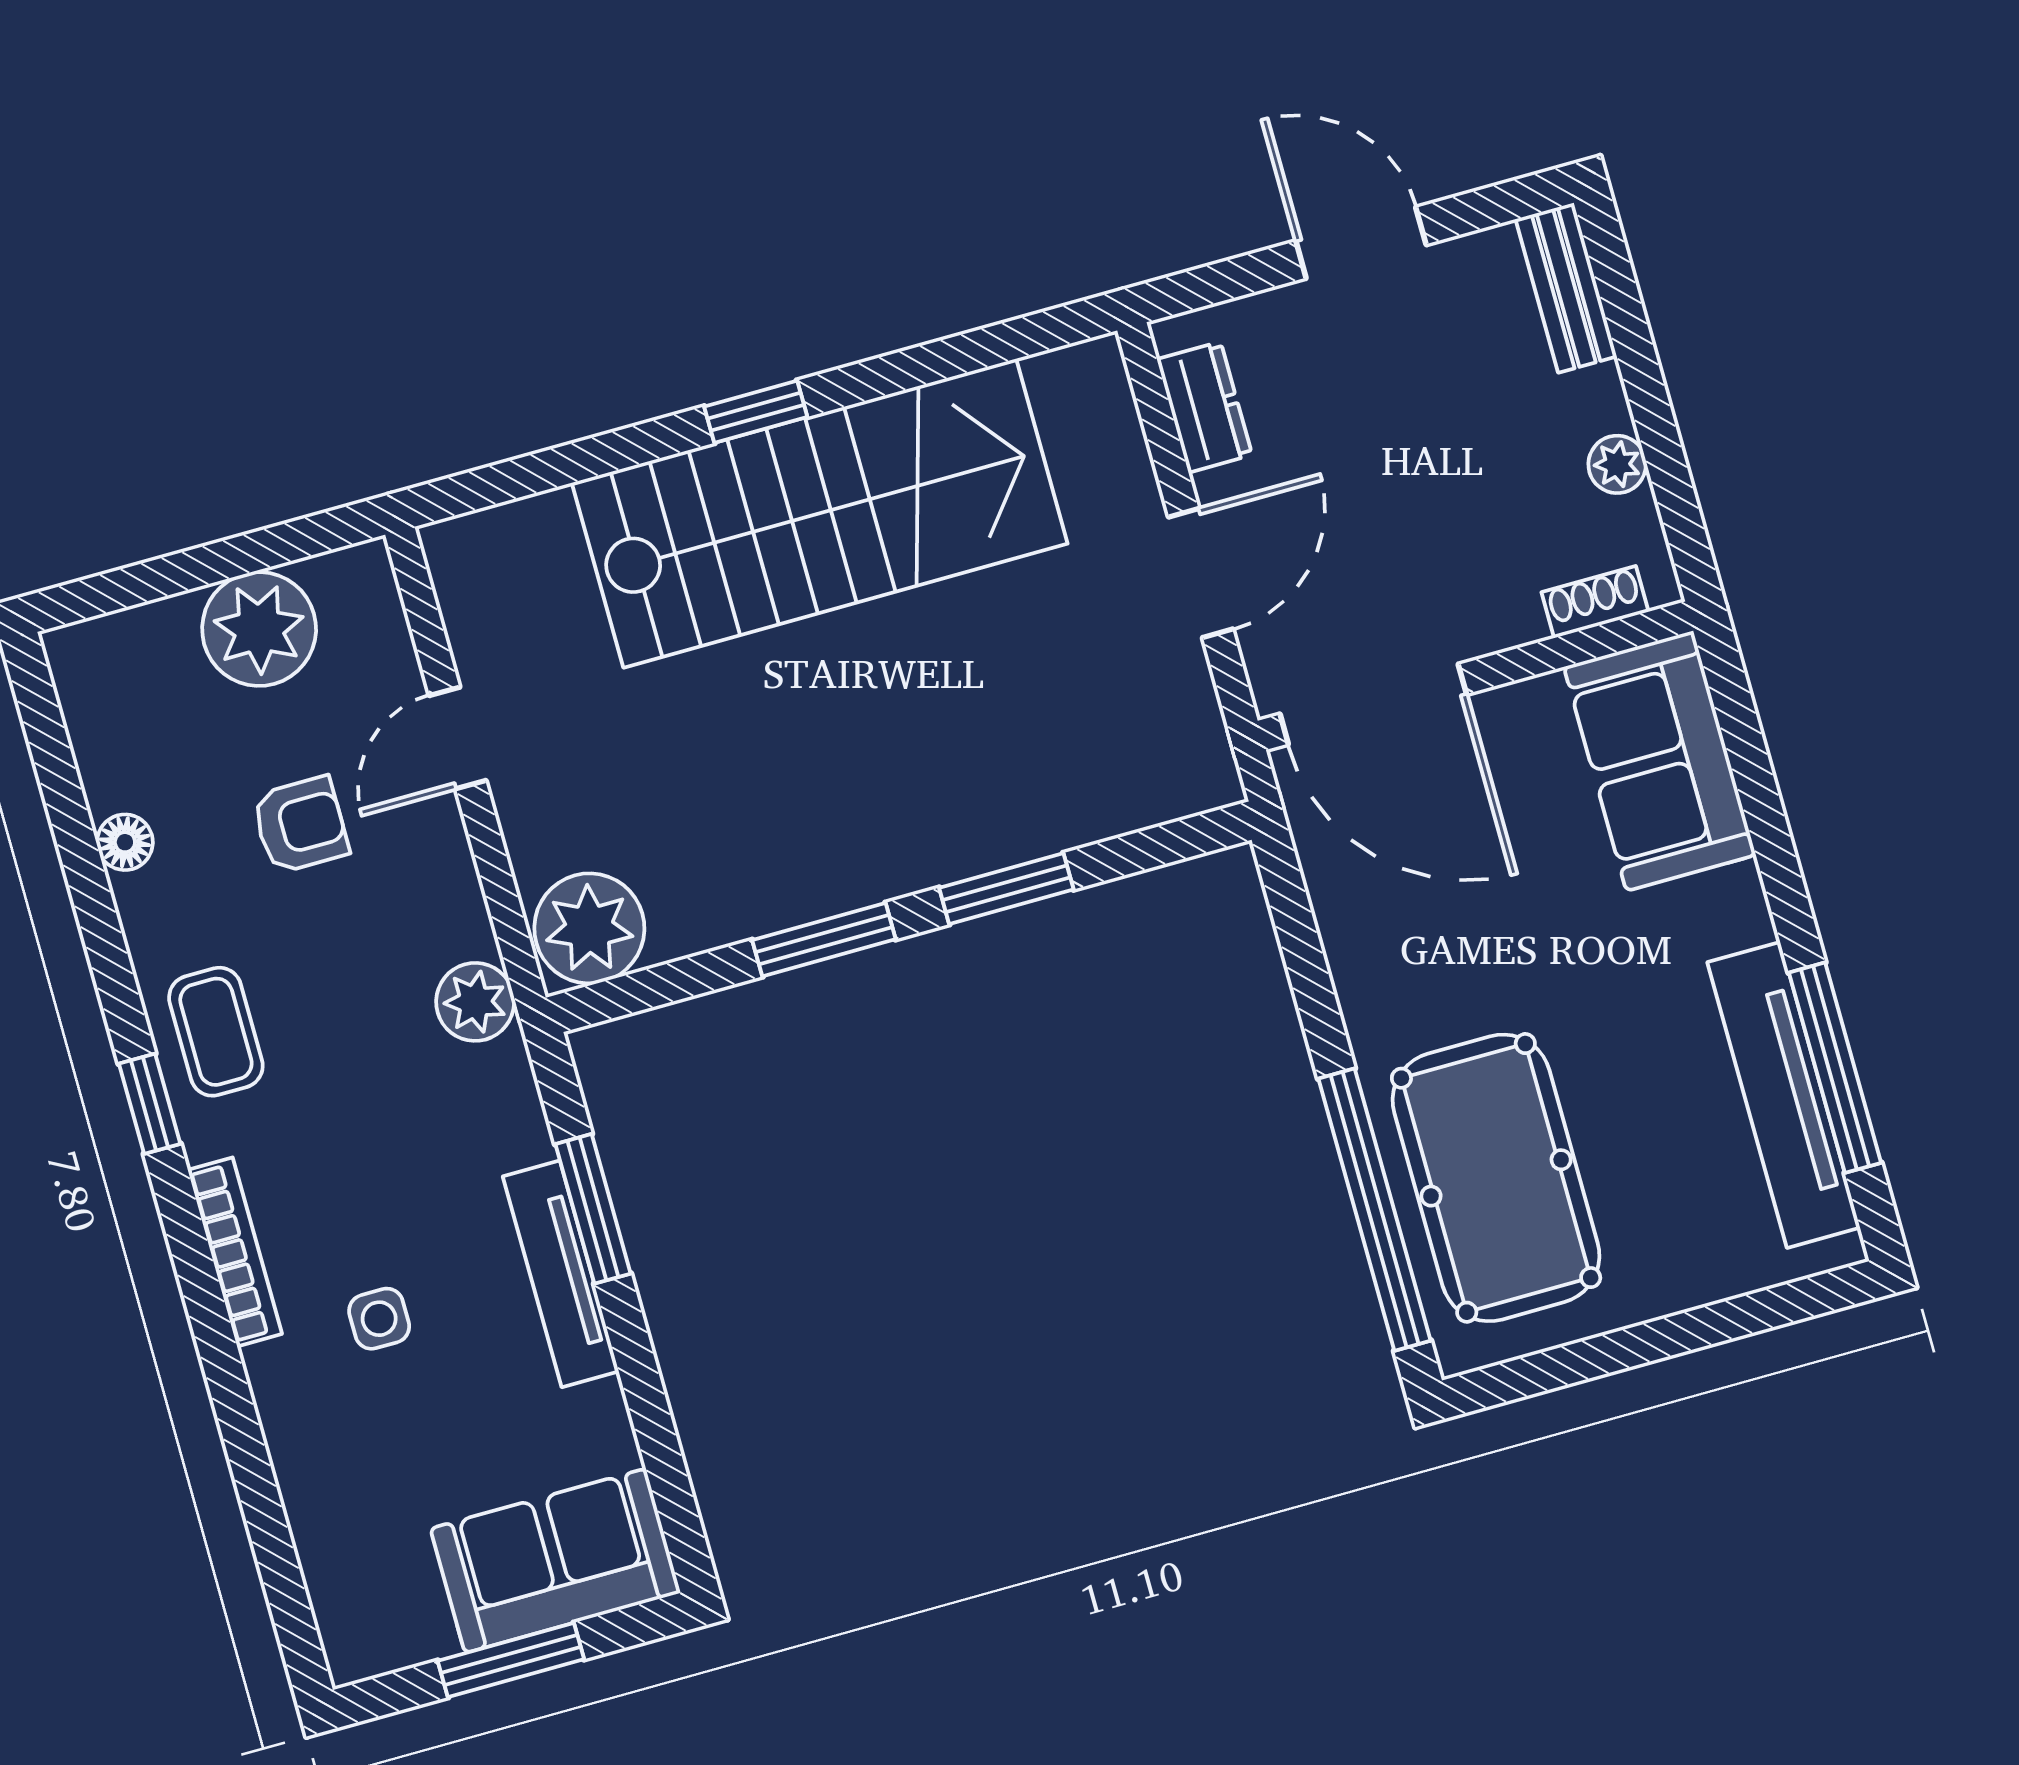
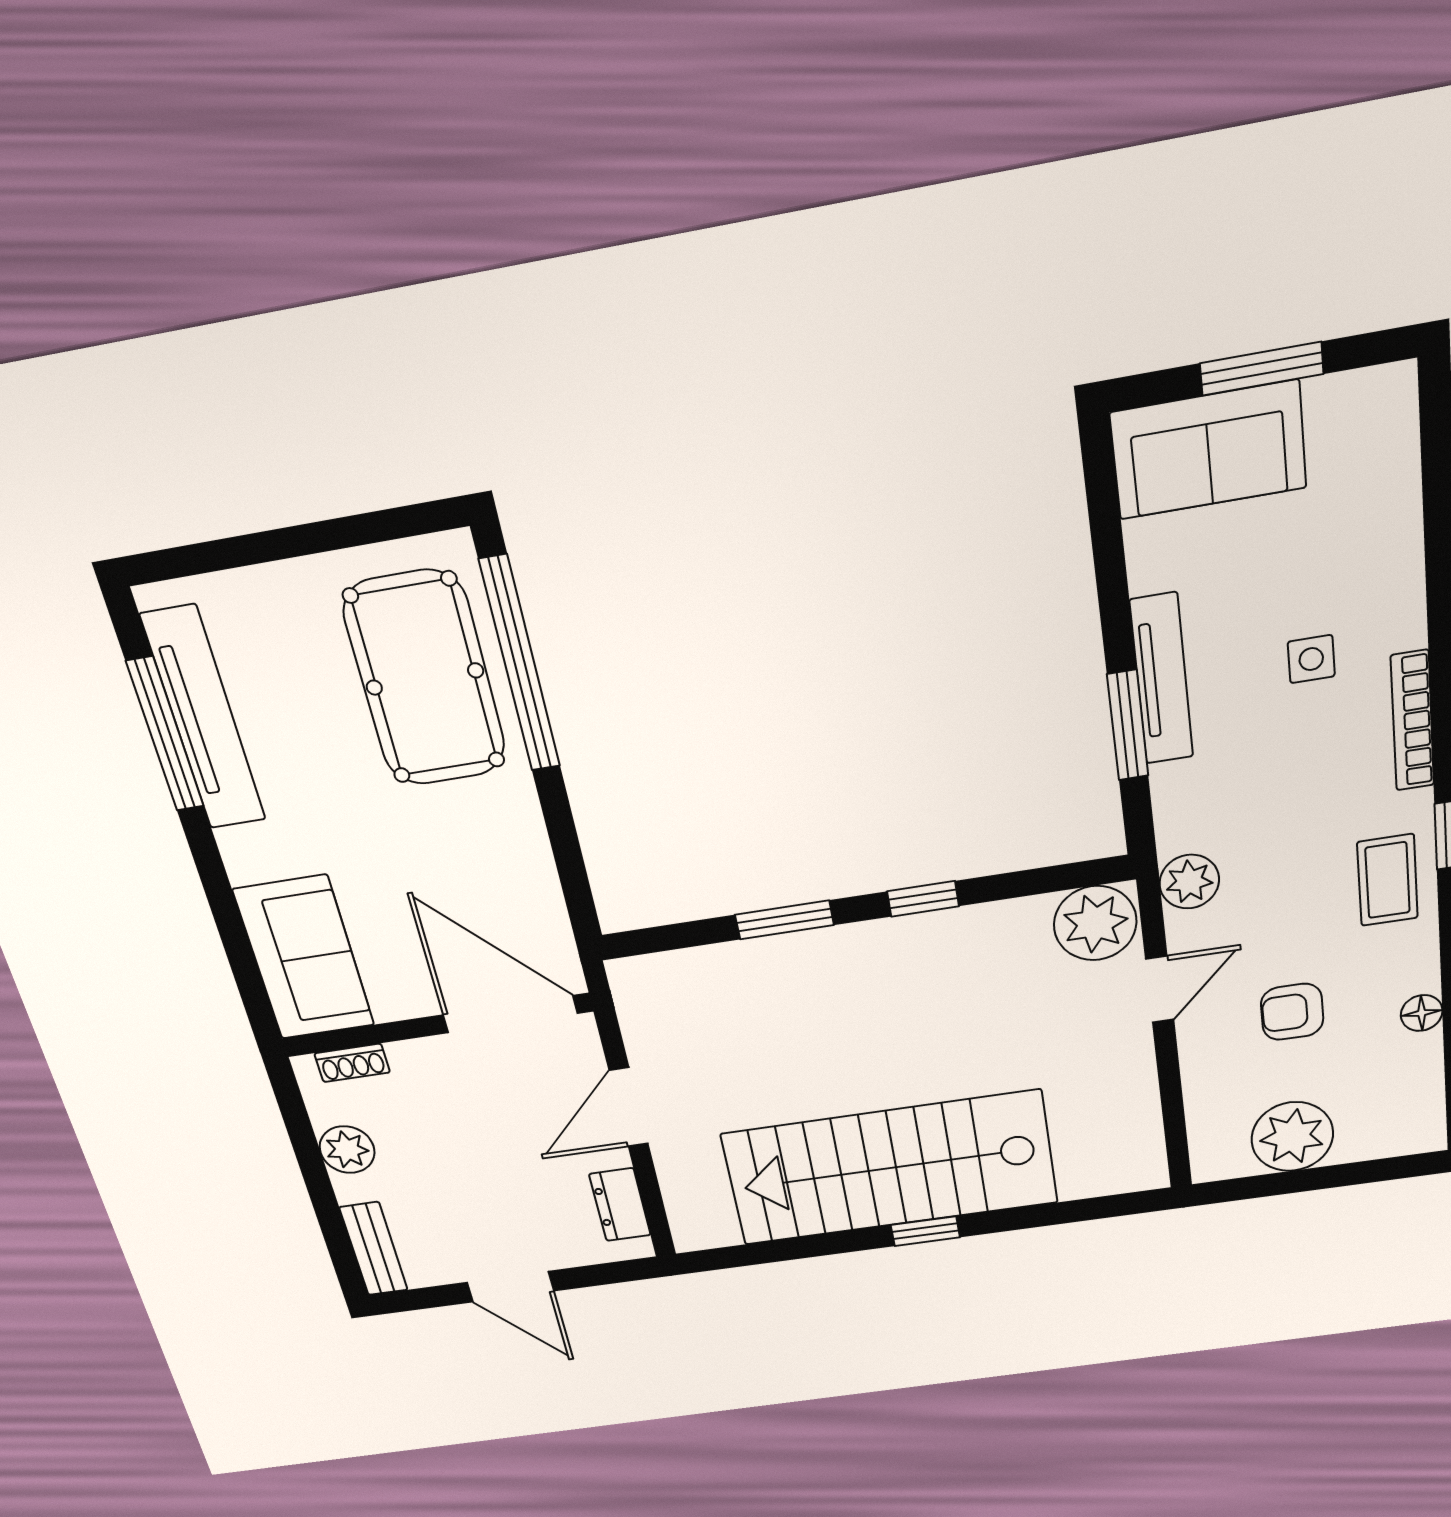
plant: (1617, 464) -> (347, 1150), width x1.38, depth x1.38
door: (458, 738) -> (1160, 989), moved
window: (824, 940) -> (923, 899), width x0.67

